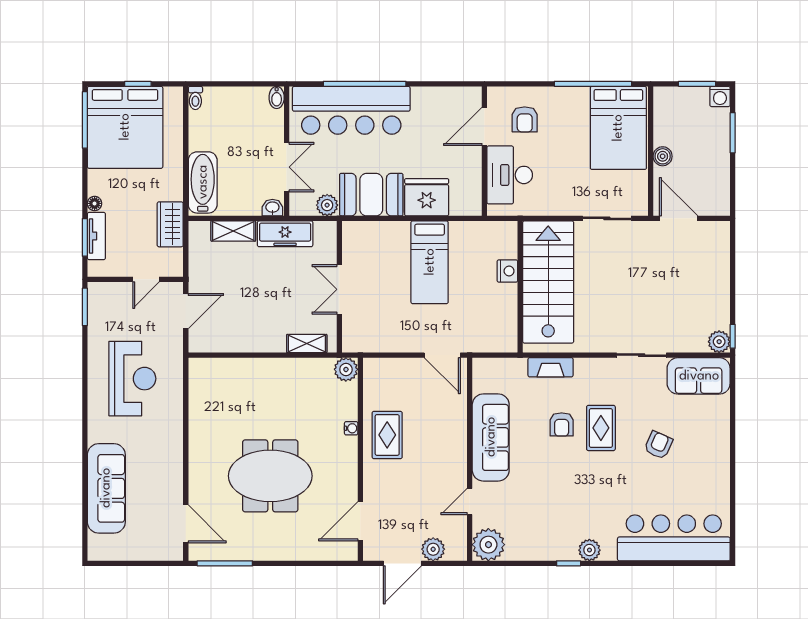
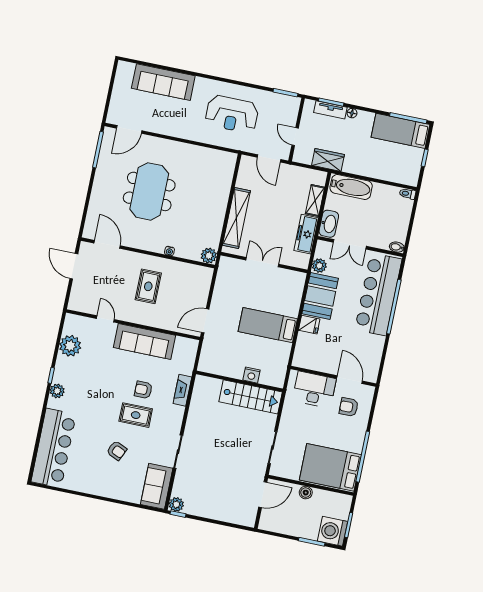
washing machine: (720, 96) -> (333, 531), width x1.89, depth x1.89
bed: (125, 127) -> (400, 131), width x0.49
fridge: (427, 197) -> (309, 325), width x0.53, depth x0.75
washbasin: (272, 208) -> (329, 224), width x1.91, depth x1.45
stairs: (548, 282) -> (251, 397), width x0.73, depth x0.66
shelving: (307, 344) -> (236, 218), width x2.20, depth x1.33
rug: (387, 435) -> (148, 286), moved, turned 90
plant: (488, 545) -> (70, 346), moved
plant: (433, 549) -> (79, 288), removed

